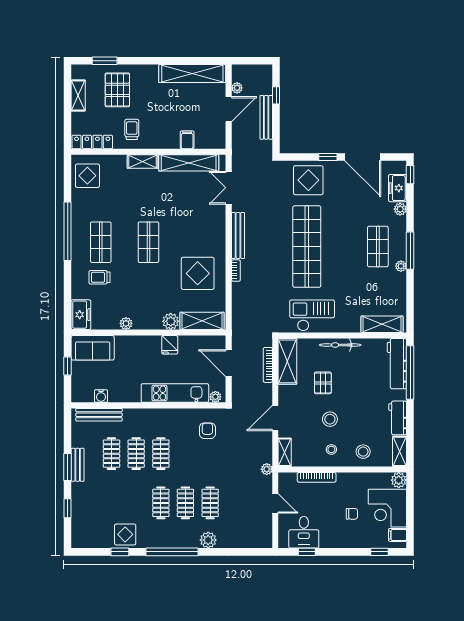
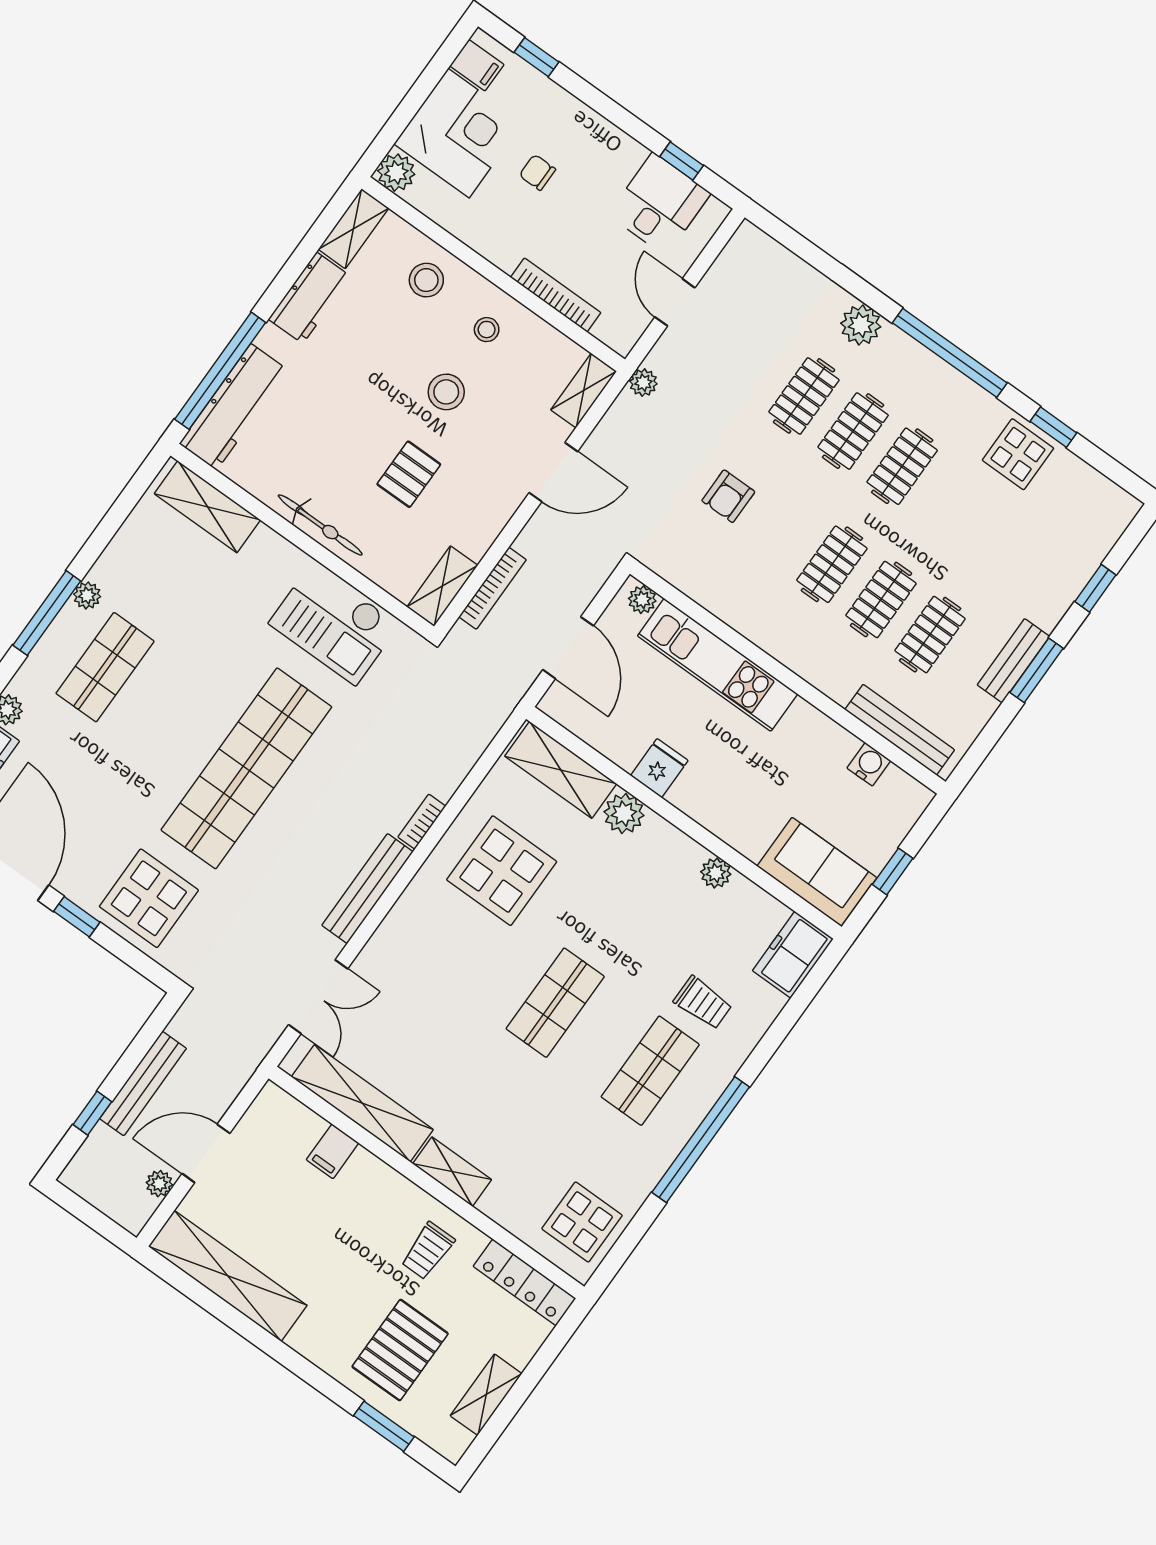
shelving: (287, 361) -> (442, 586), width x0.67, depth x0.75
armchair: (207, 431) -> (728, 496), moved

